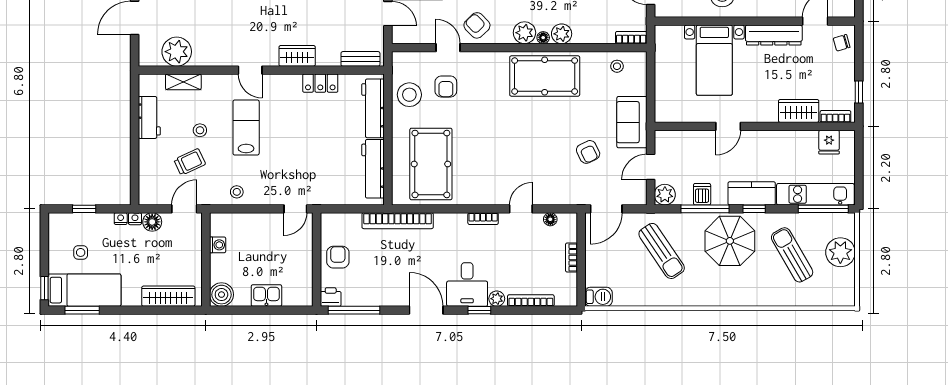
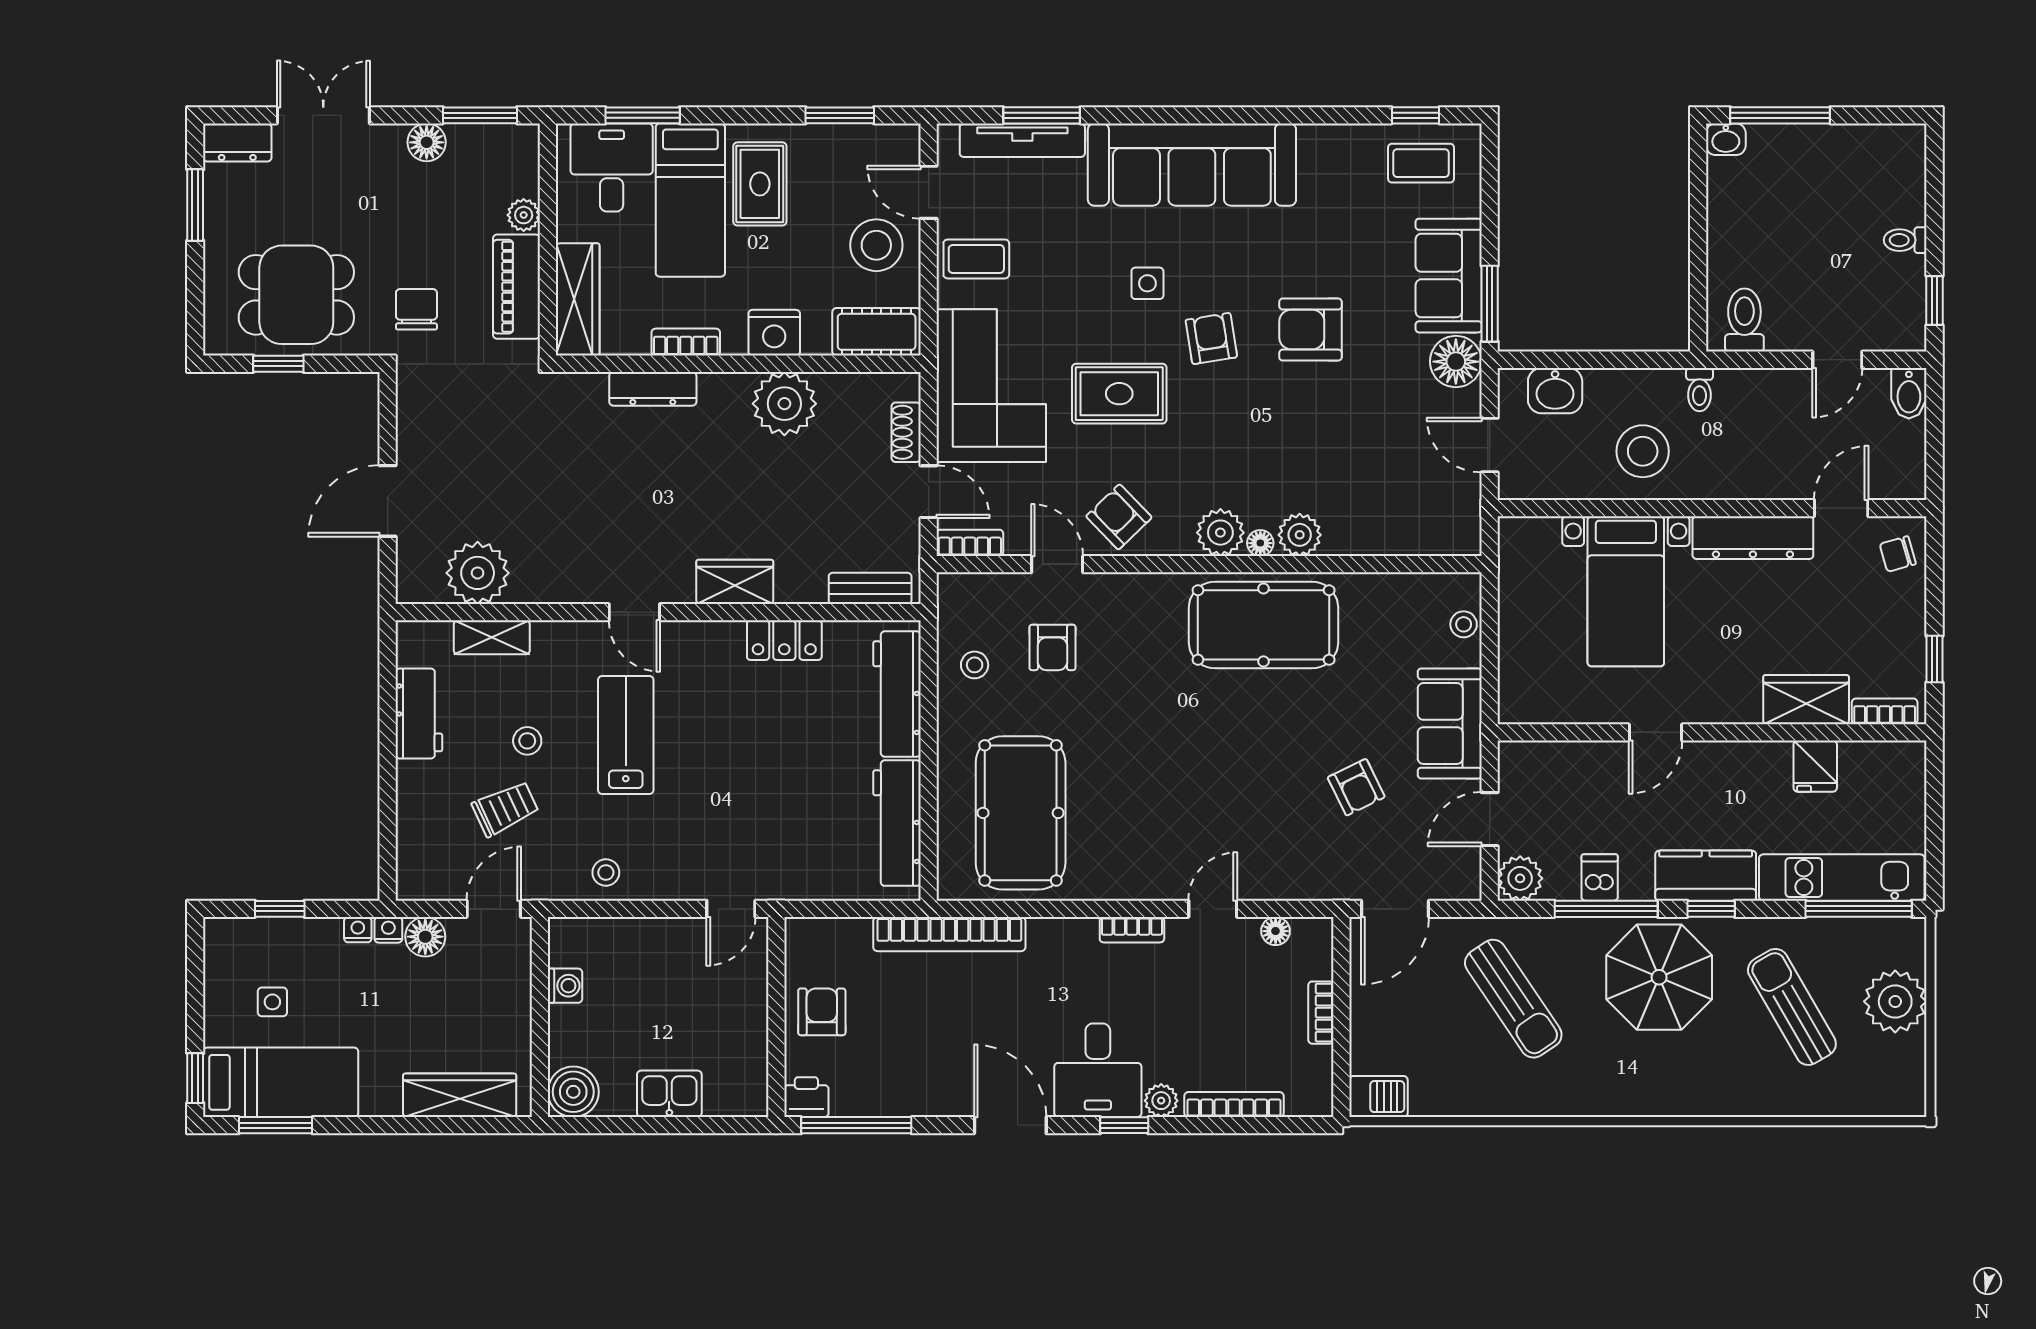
bookcase: (631, 38) -> (970, 543), moved
stool: (617, 66) -> (1464, 624), moved
stool: (409, 95) -> (975, 665), width x0.53, depth x0.53
fridge: (829, 142) -> (1815, 766), moved

